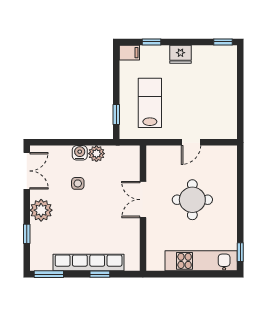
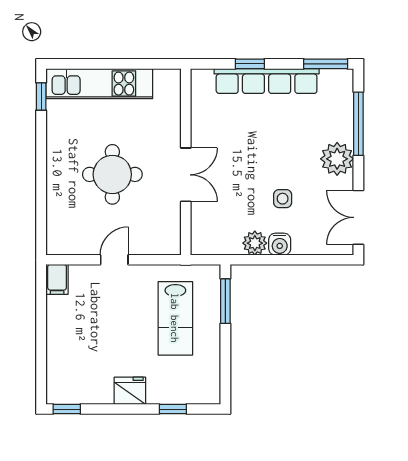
filing cabinet: (129, 53) -> (57, 279), moved, turned -90
window: (116, 115) -> (225, 301), width x1.50
window: (27, 234) -> (358, 124), width x2.17

